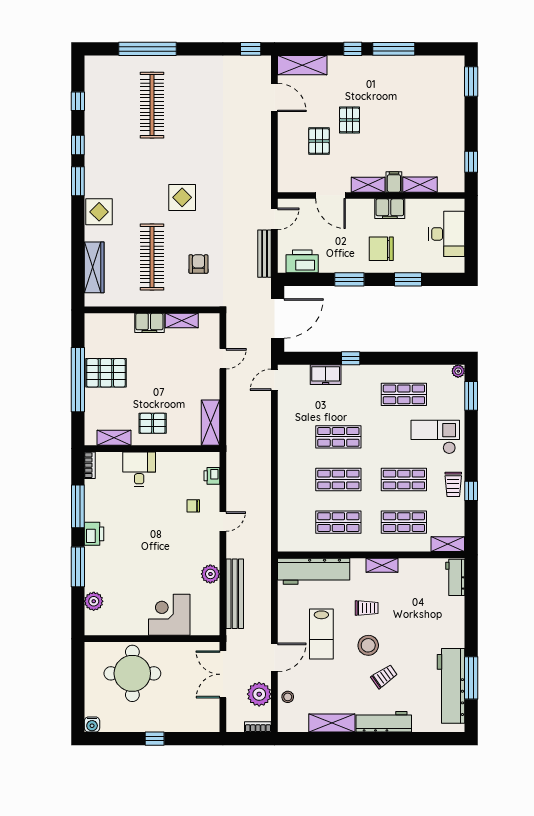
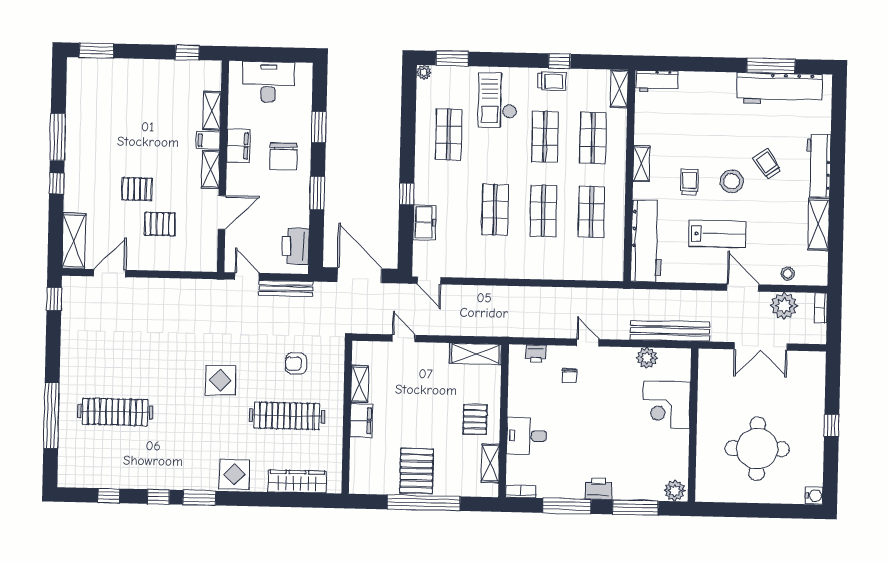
corner desk: (169, 615) -> (666, 405), moved
wall: (152, 639) -> (693, 425), moved

